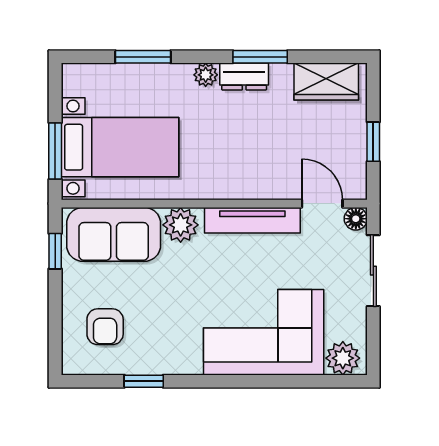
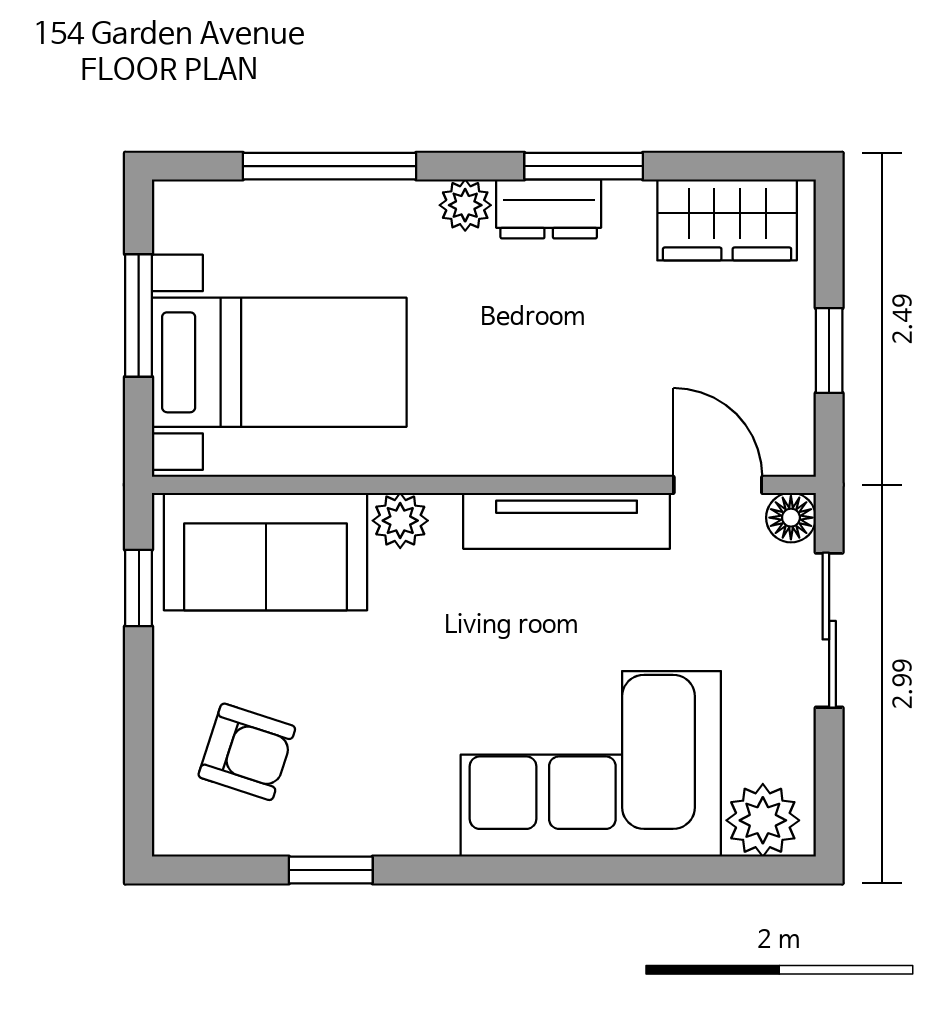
window: (143, 57) -> (329, 166), width x1.44
window: (55, 151) -> (139, 315), moved
plant: (181, 225) -> (400, 521), width x0.73, depth x0.73
armchair: (105, 327) -> (247, 752), turned -72

